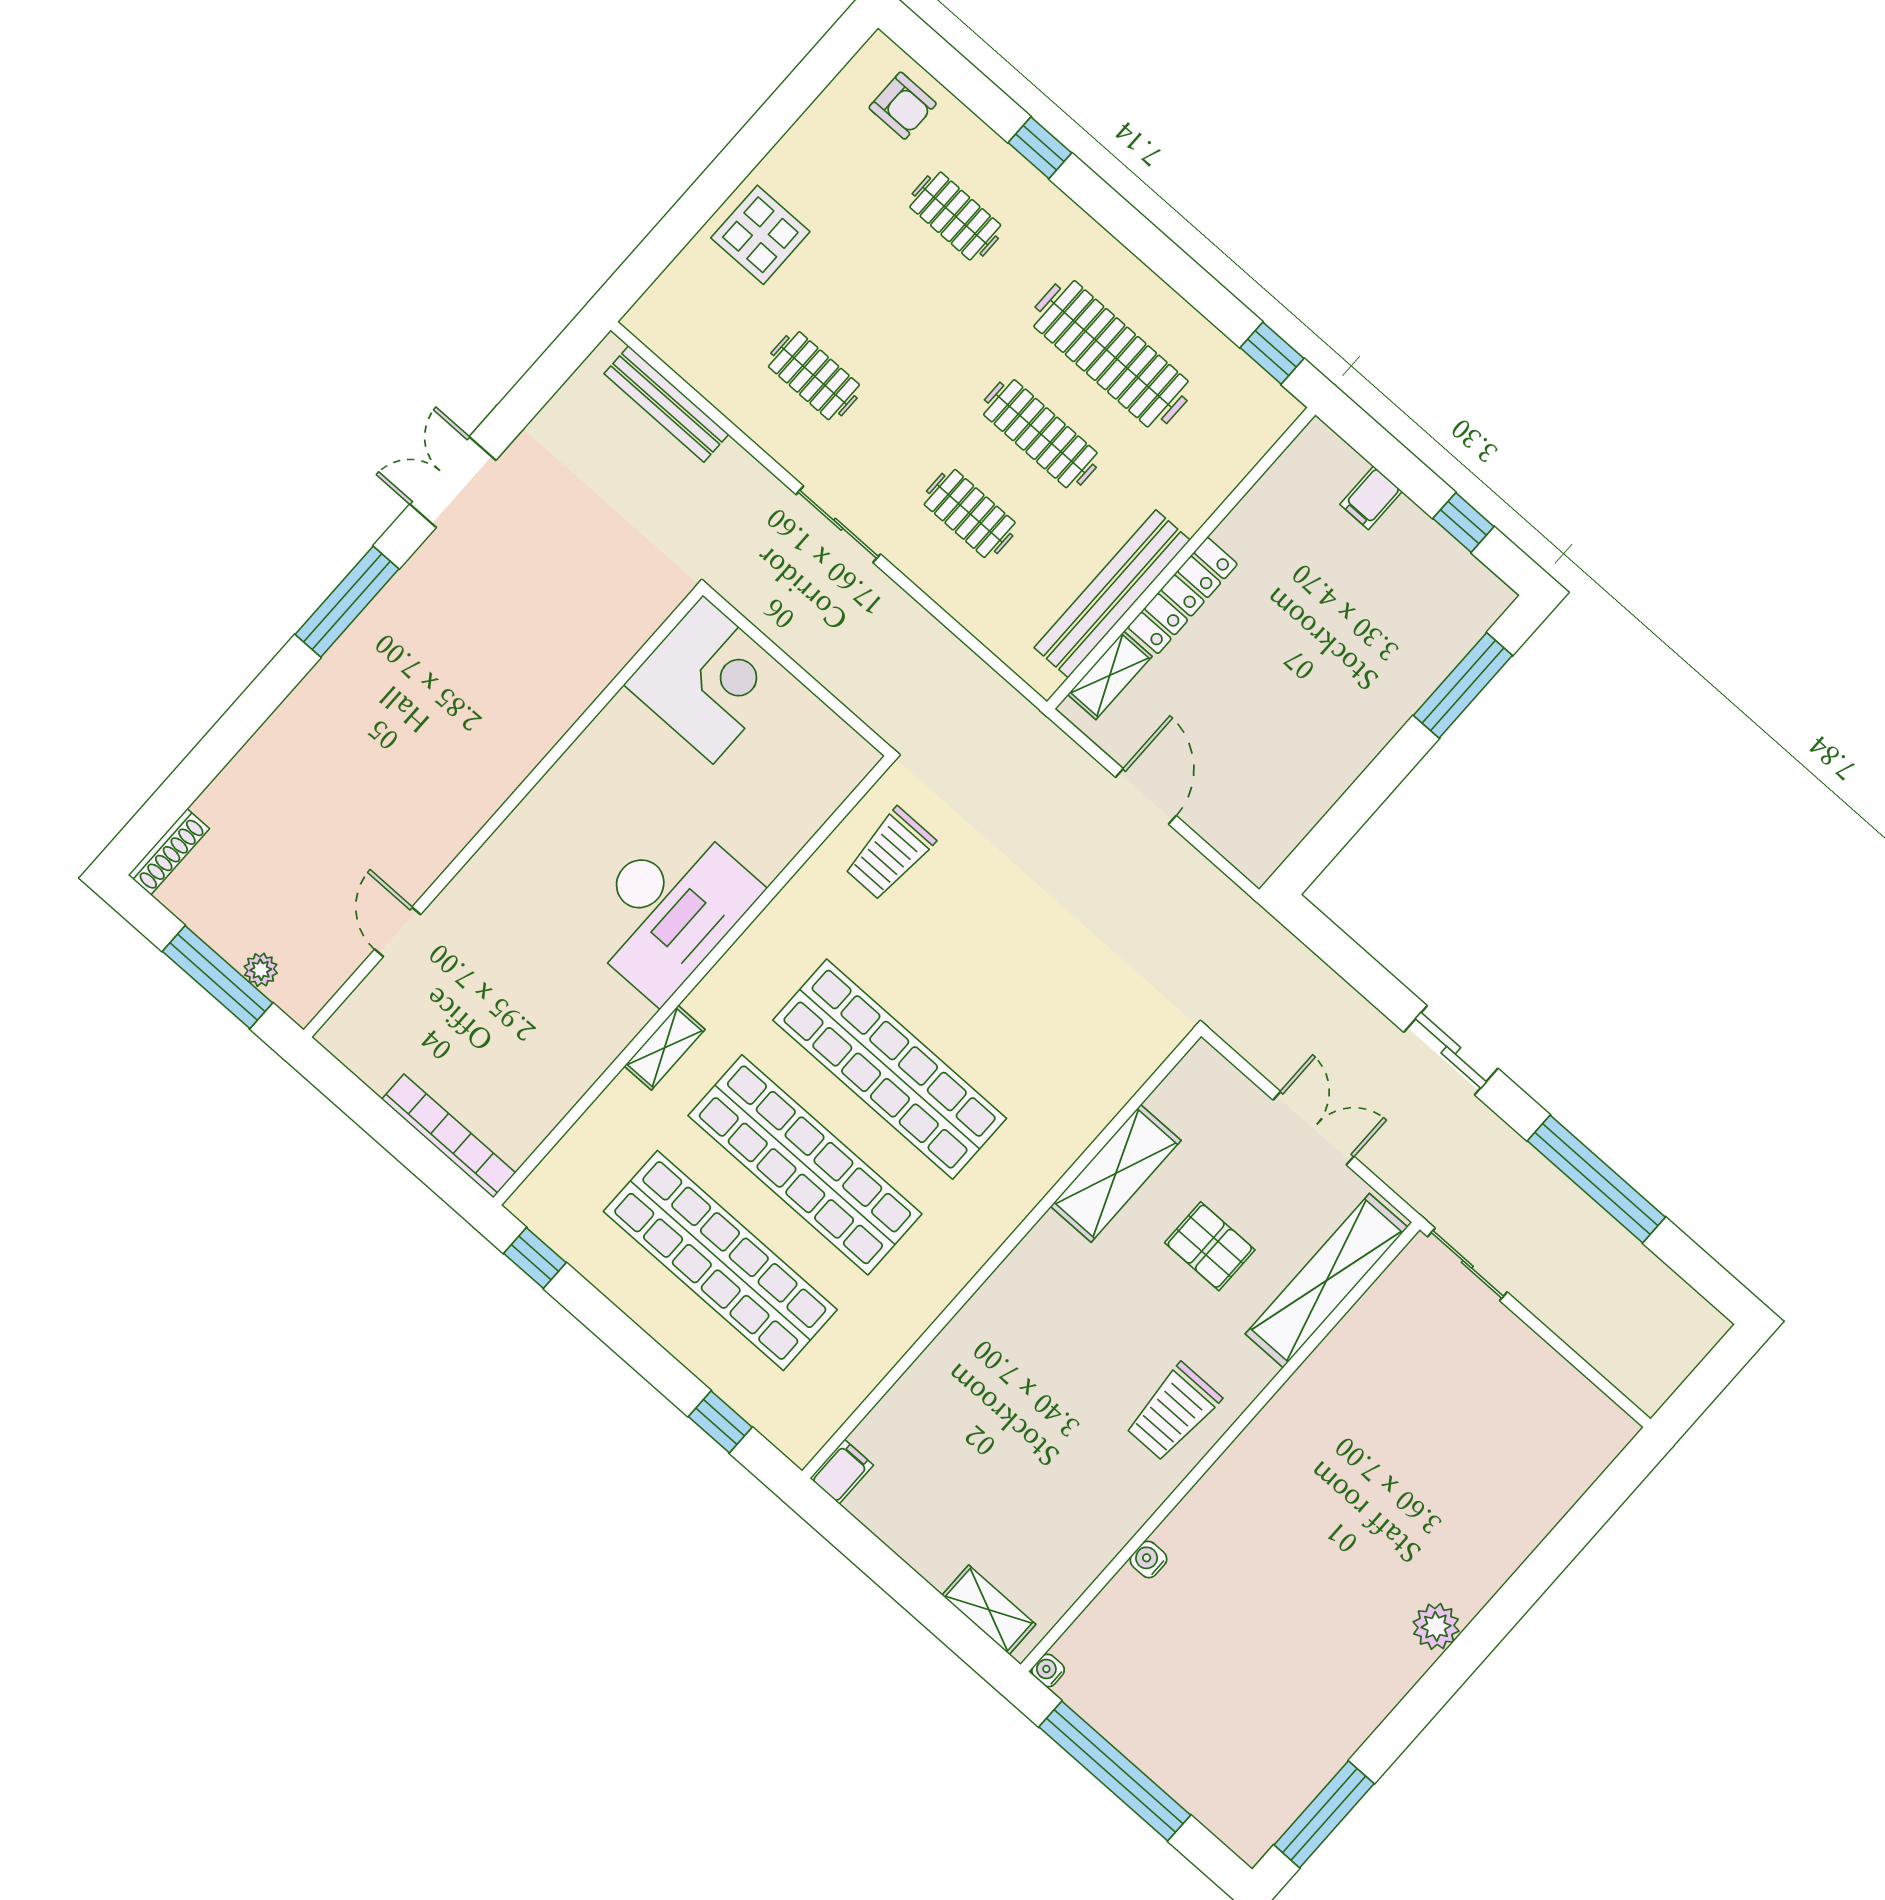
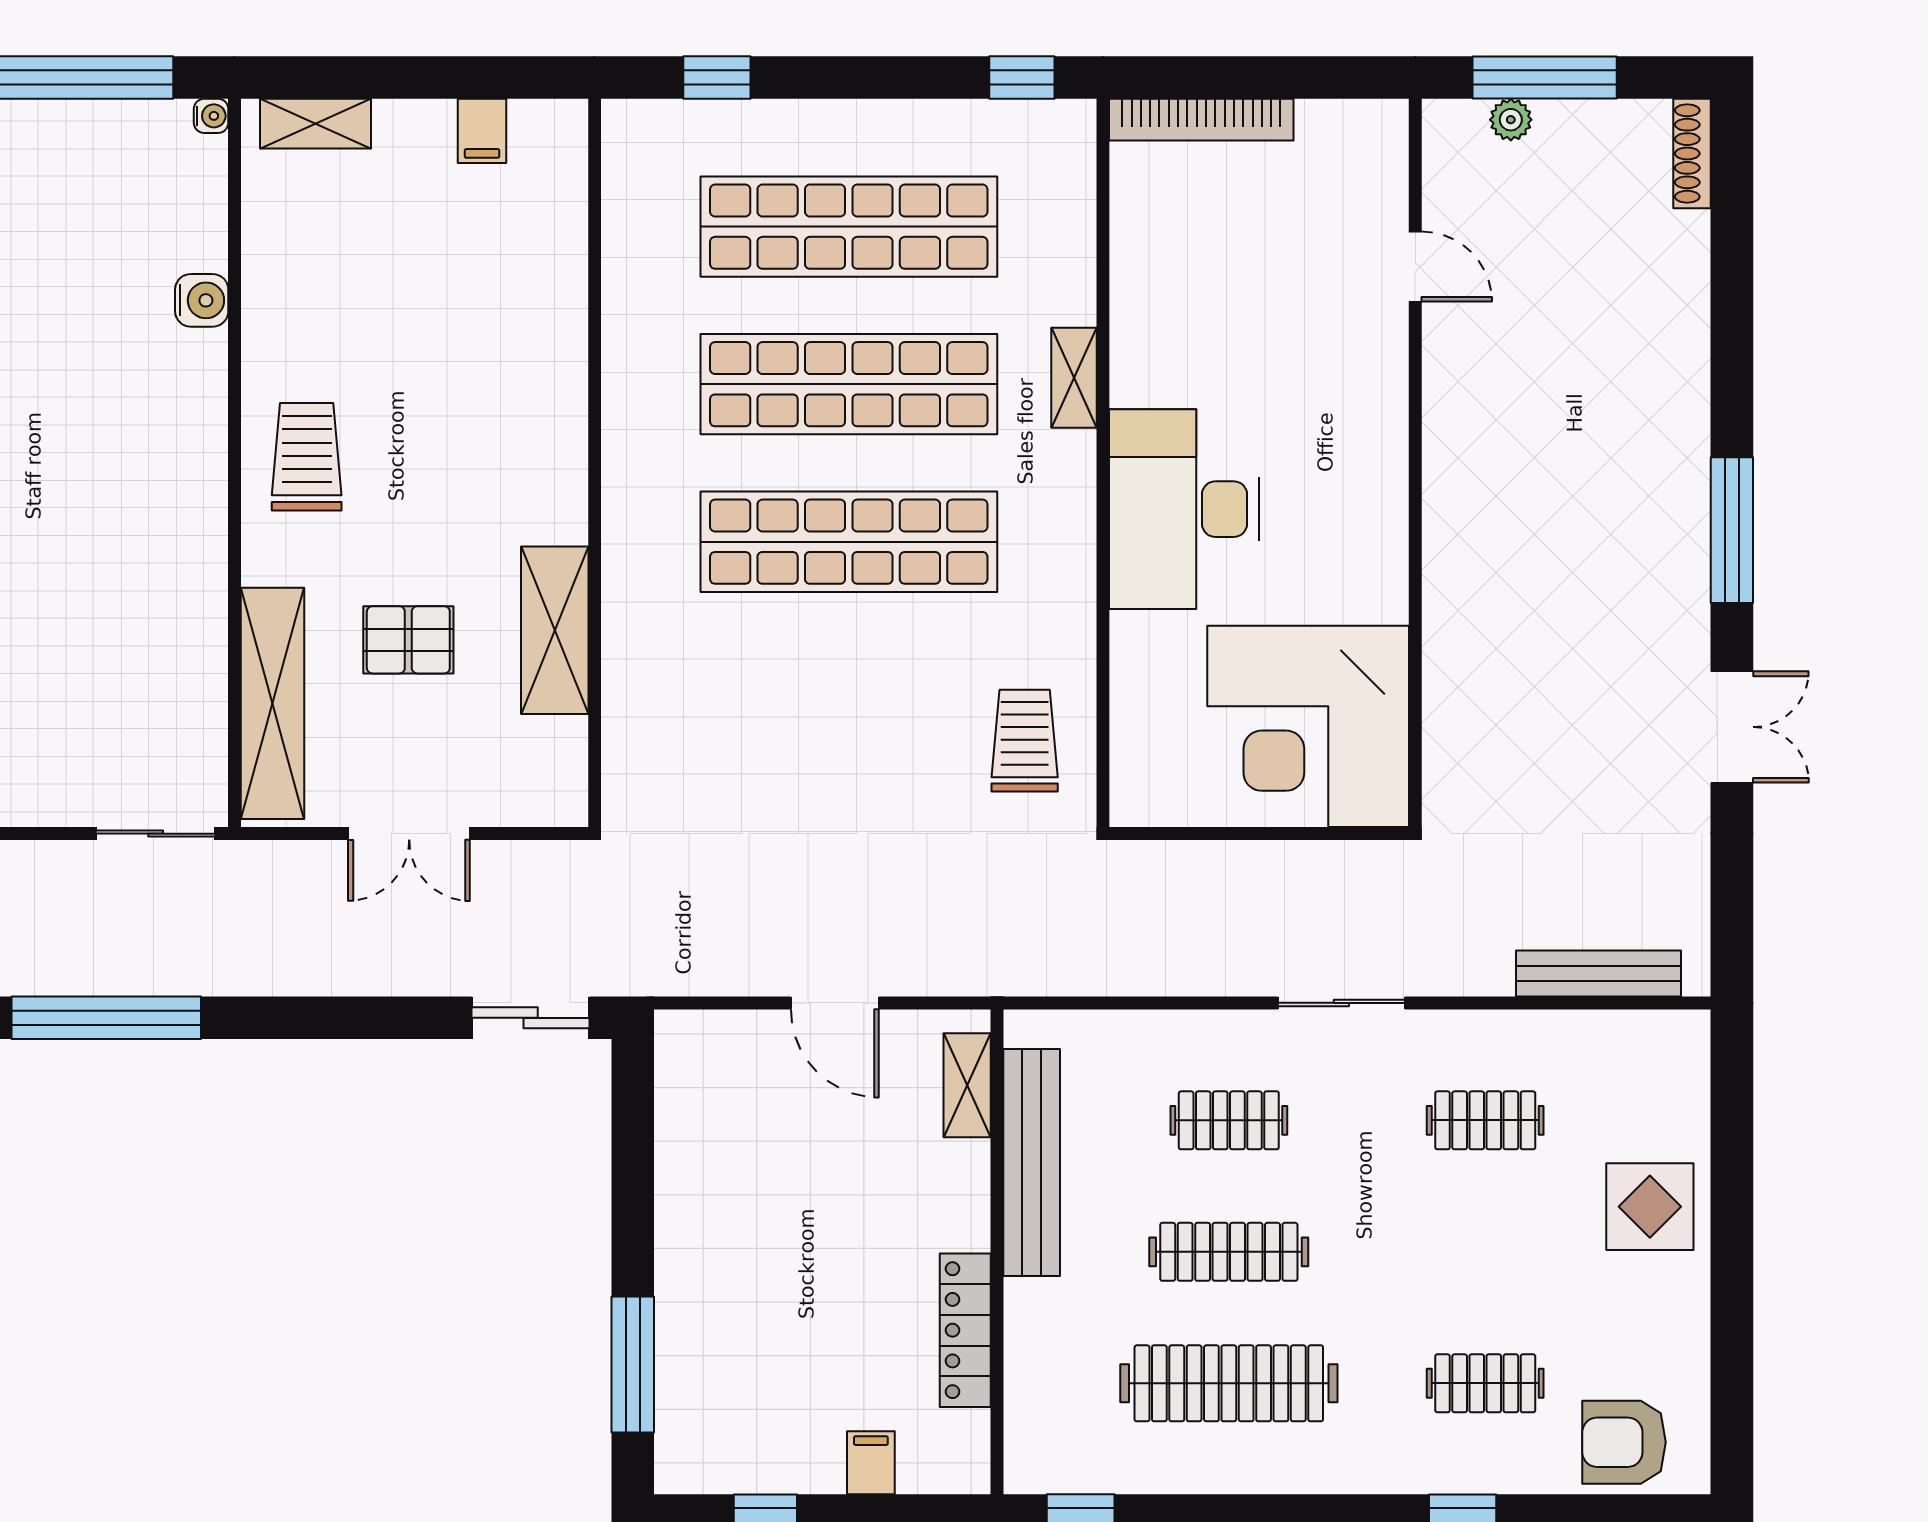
armchair: (903, 106) -> (1624, 1442), width x1.38, depth x1.38
locker: (1183, 595) -> (965, 1330), moved
corner desk: (708, 680) -> (1308, 726), width x1.36, depth x1.36
sliding door: (1451, 1050) -> (531, 1018), moved
filing cabinet: (842, 1472) -> (482, 131), moved
water cooler: (1148, 1559) -> (202, 300), width x1.38, depth x1.38

